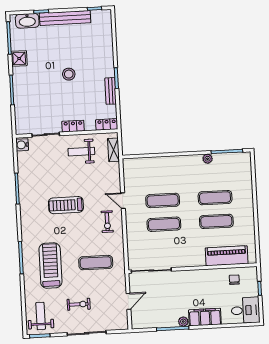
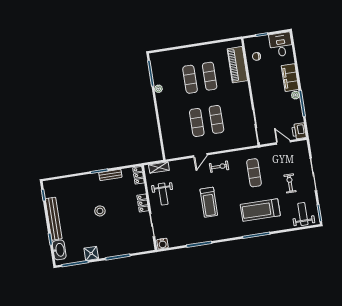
weight bench: (41, 316) -> (303, 214), turned 90
printer: (140, 321) -> (299, 131), added

